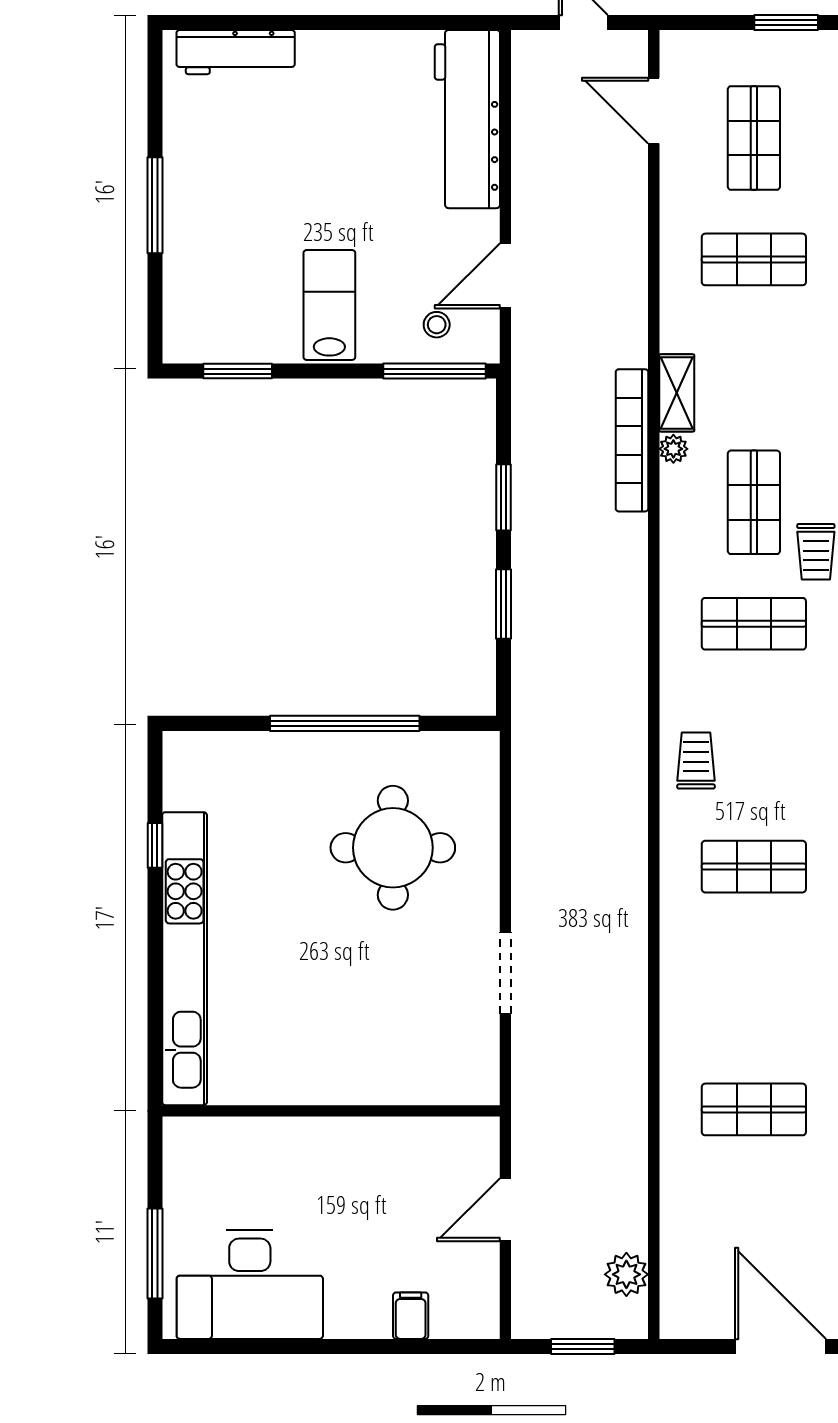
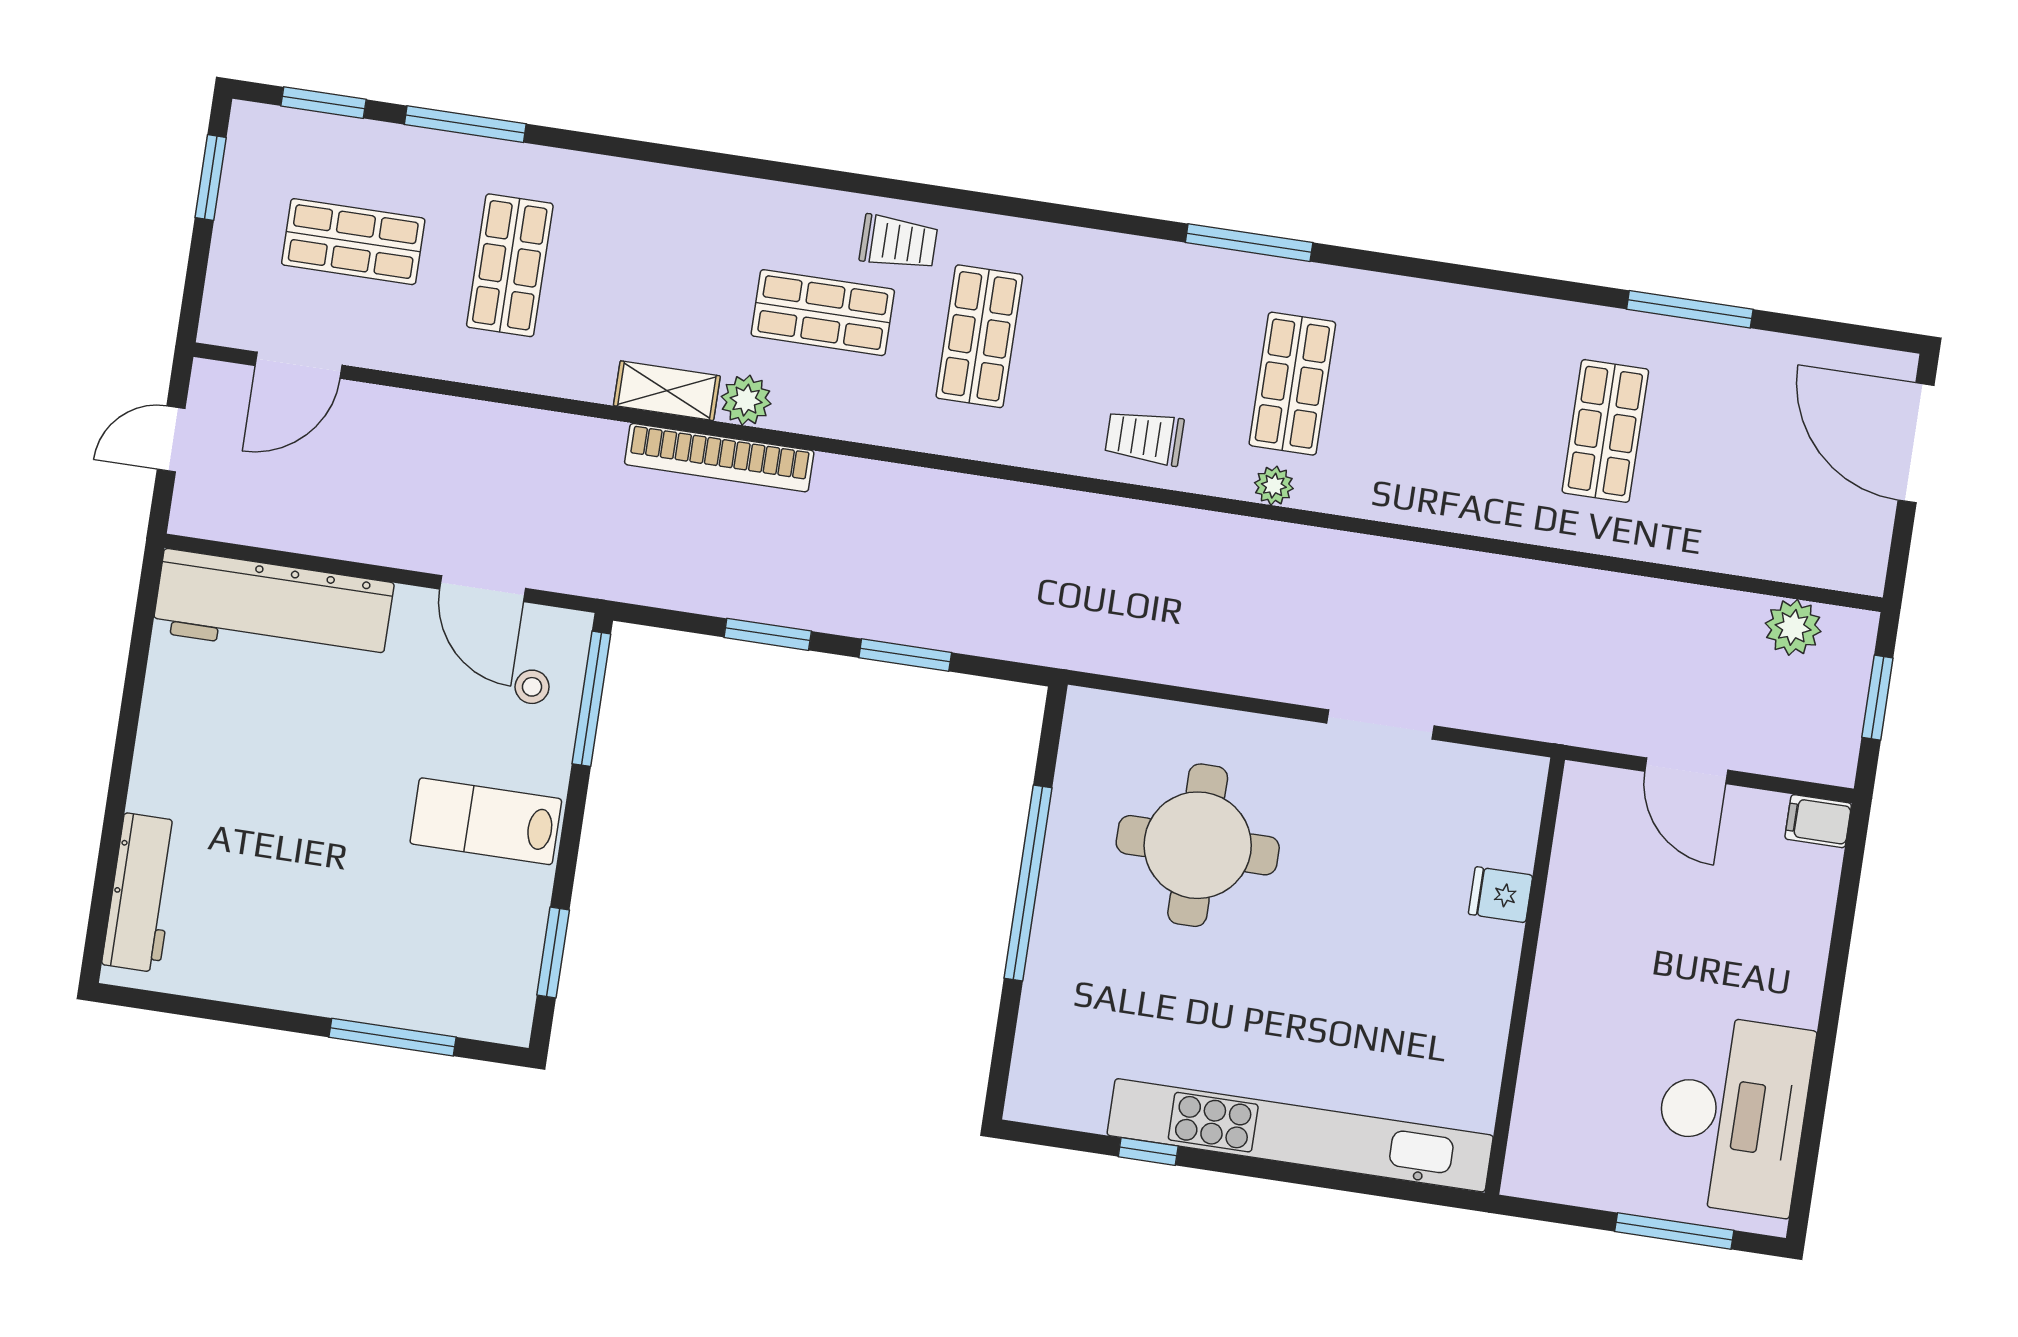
window: (155, 205) -> (392, 1037), moved
plant: (673, 449) -> (746, 400), width x1.38, depth x1.38
plant: (674, 864) -> (1274, 486), added
fridge: (390, 1083) -> (1501, 895), added
filing cabinet: (411, 1316) -> (1818, 821), moved
door: (781, 1346) -> (1916, 443), hinge flipped

